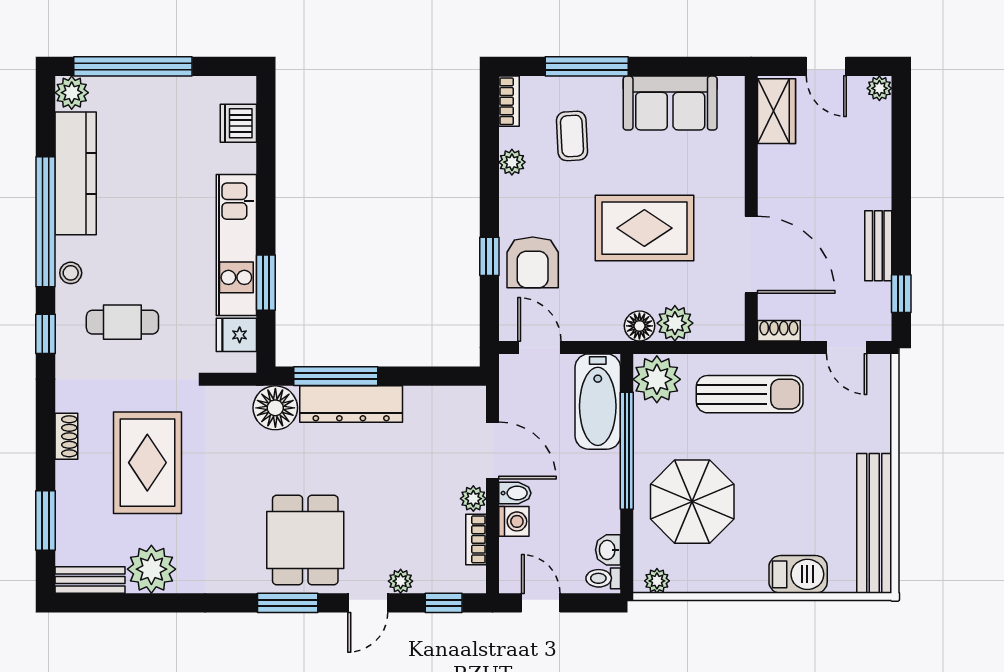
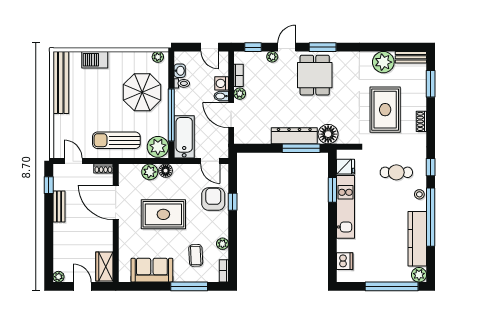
toilet: (603, 578) -> (182, 83), moved

